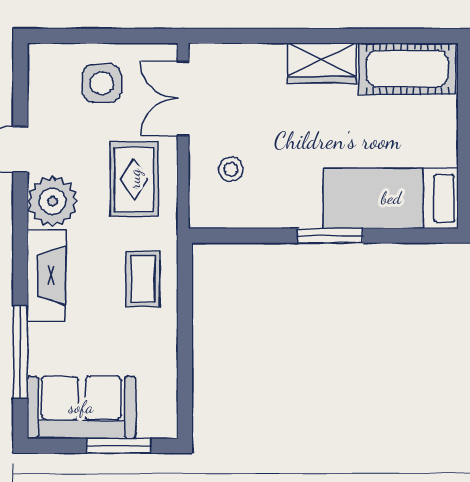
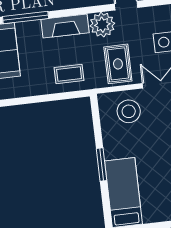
stool: (231, 169) -> (129, 111), width x1.89, depth x1.89
rug: (134, 179) -> (118, 64), turned 90

